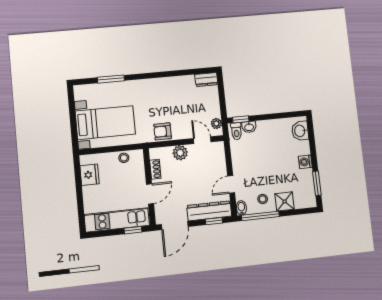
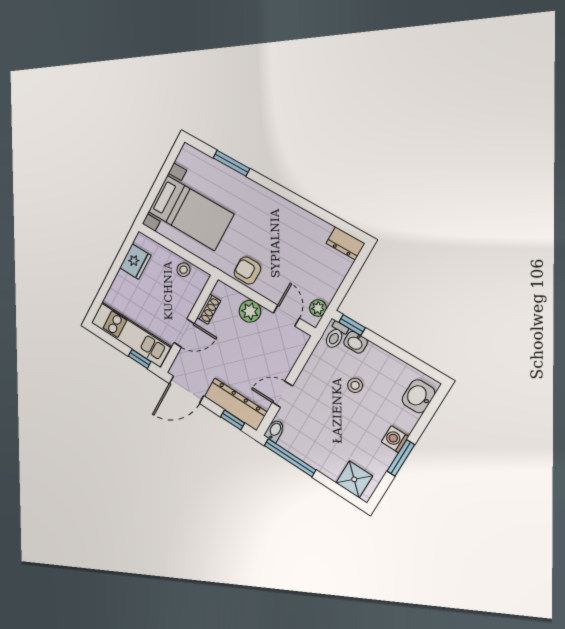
window: (317, 183) -> (401, 458), moved
stool: (263, 199) -> (355, 385), moved
shower: (285, 201) -> (354, 479), moved

